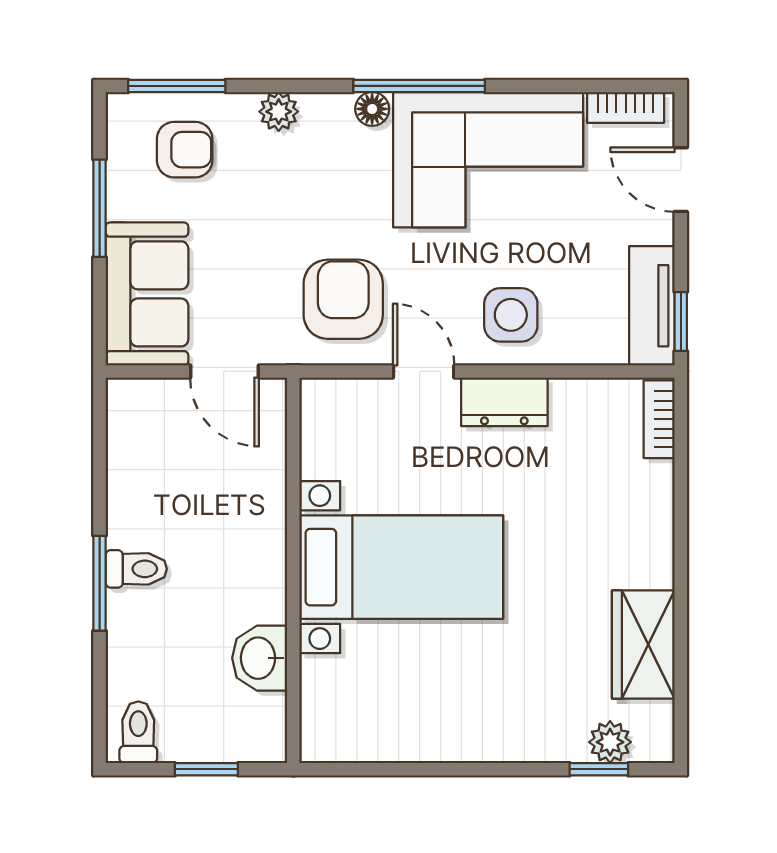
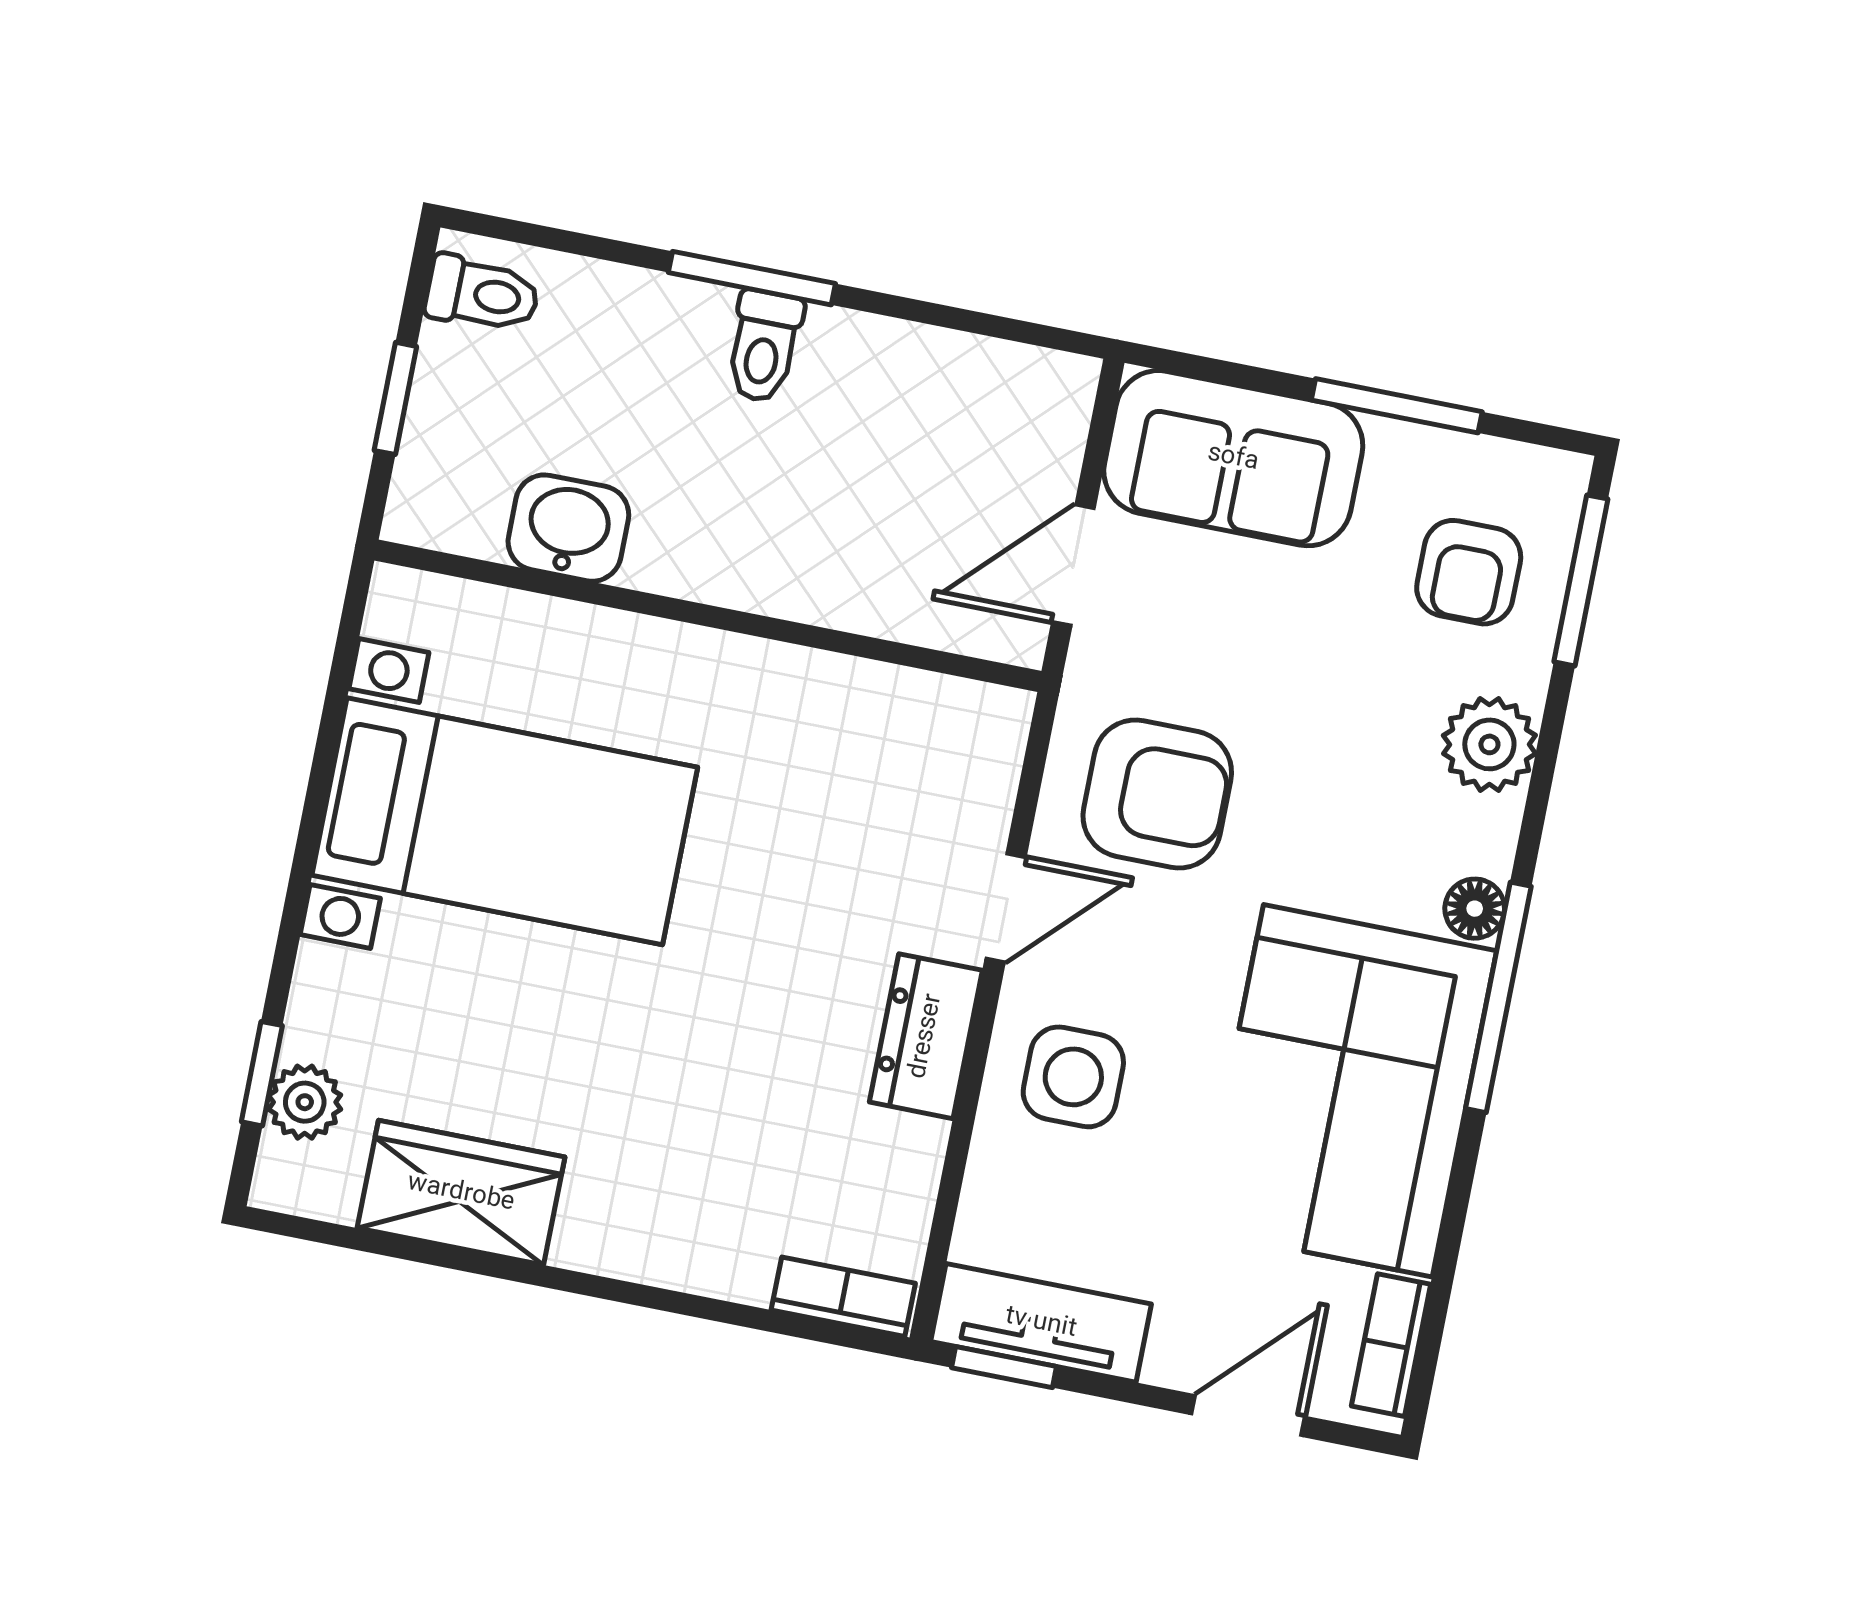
plant: (279, 112) -> (1489, 744), width x1.38, depth x1.38
bed with nightstands: (401, 567) -> (505, 821), moved, turned -90

